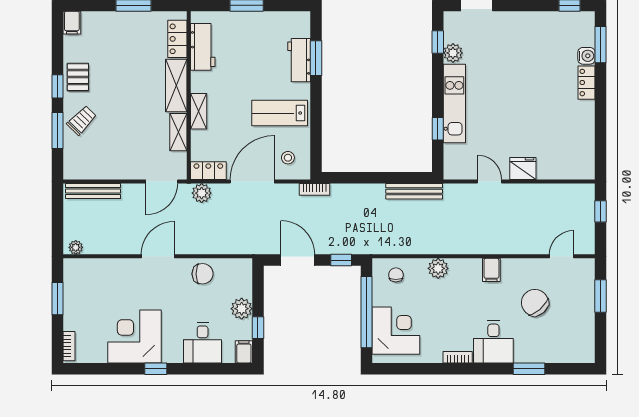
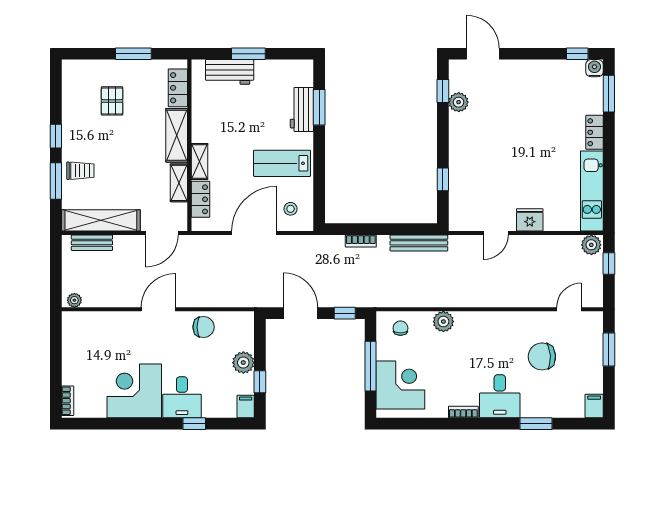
filing cabinet: (72, 23) -> (70, 71), removed
workbench: (203, 47) -> (230, 72), moved, turned 90
water cooler: (586, 56) -> (594, 68), moved, turned -90
pallet: (78, 77) -> (112, 101), moved
kitchen unit: (454, 104) -> (592, 191), moved, turned 180
trolley: (82, 120) -> (80, 171), turned 46
shelving: (102, 169) -> (101, 220), added
locker: (208, 171) -> (200, 199), moved, turned 90
door: (490, 181) -> (496, 233), swing flipped
bookcase: (315, 189) -> (361, 241), moved
bench: (93, 191) -> (92, 243), width x0.73
plant: (202, 193) -> (591, 245), moved
filing cabinet: (491, 270) -> (594, 406), moved, turned 180
window: (58, 299) -> (56, 352), removed
chair: (535, 303) -> (542, 356), turned -52
window: (367, 312) -> (371, 366), width x0.68
desk: (203, 343) -> (182, 397), moved
window: (156, 369) -> (194, 424), moved

